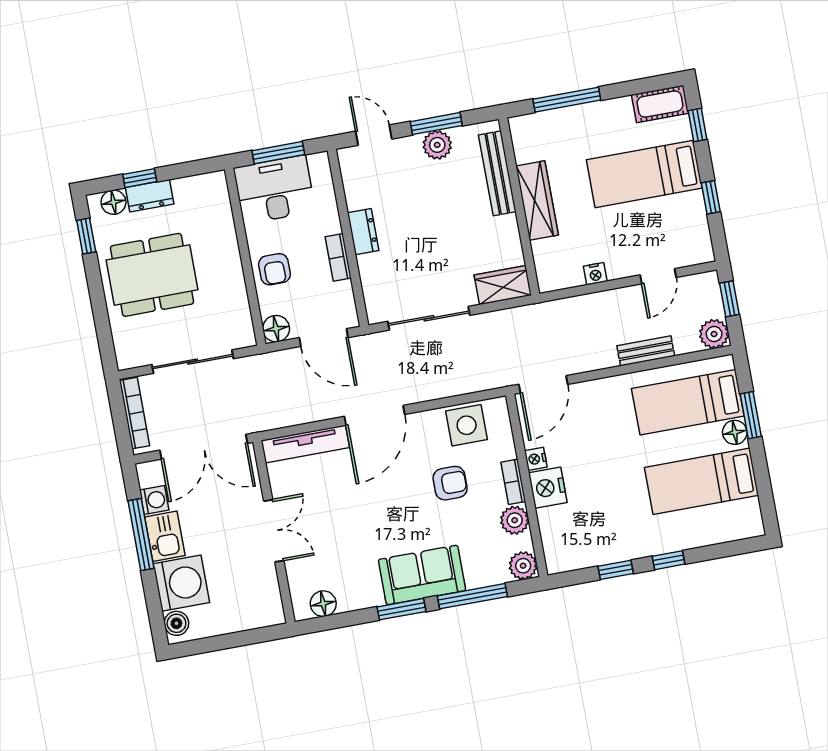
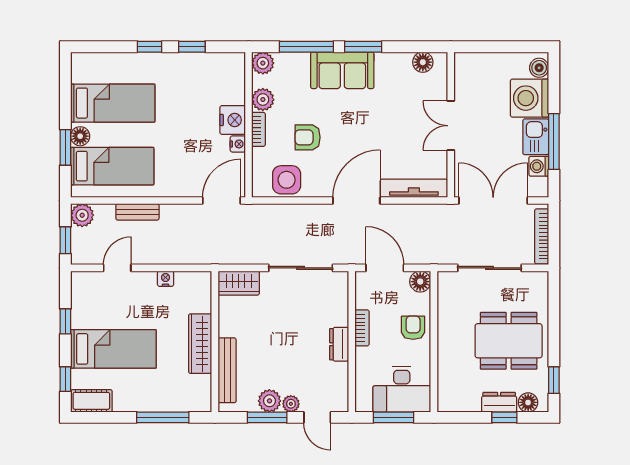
plant: (410, 146) -> (291, 404), added

